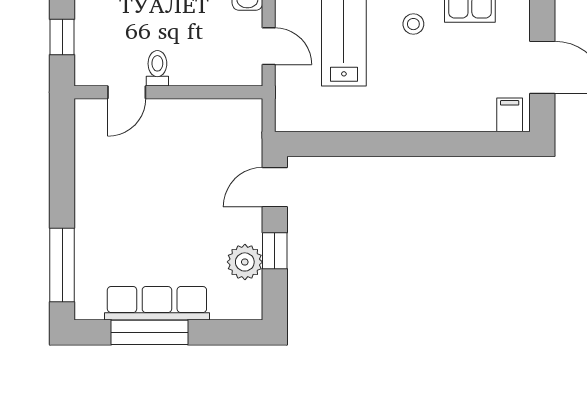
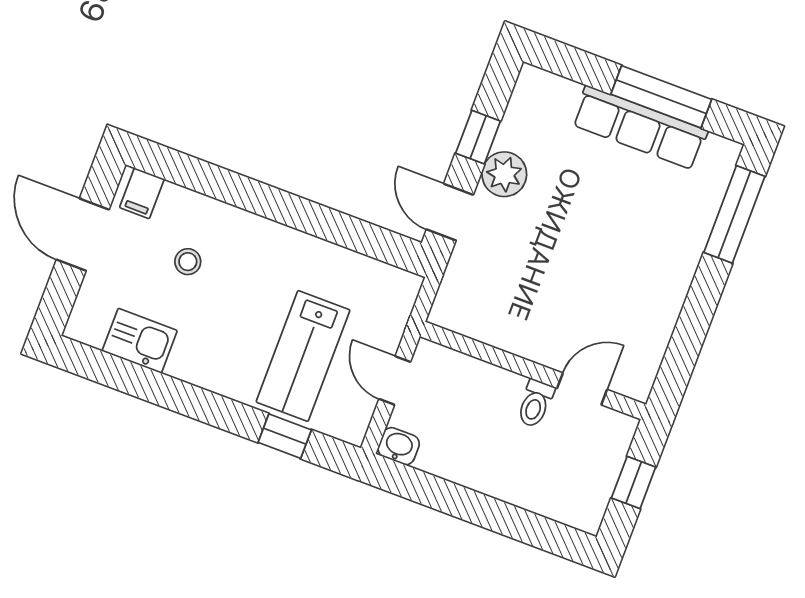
stool: (413, 24) -> (188, 262), moved
door: (275, 187) -> (450, 212), swing flipped
plant: (245, 262) -> (504, 174), moved

